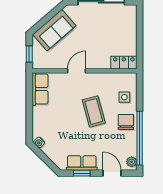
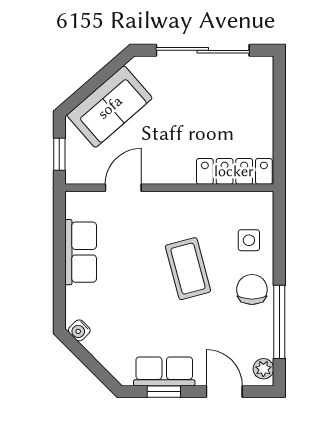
locker: (124, 63) -> (234, 171), width x1.53
door: (77, 71) -> (123, 188), moved
row of seats: (40, 89) -> (81, 252), moved
window: (140, 138) -> (279, 322), width x0.68

